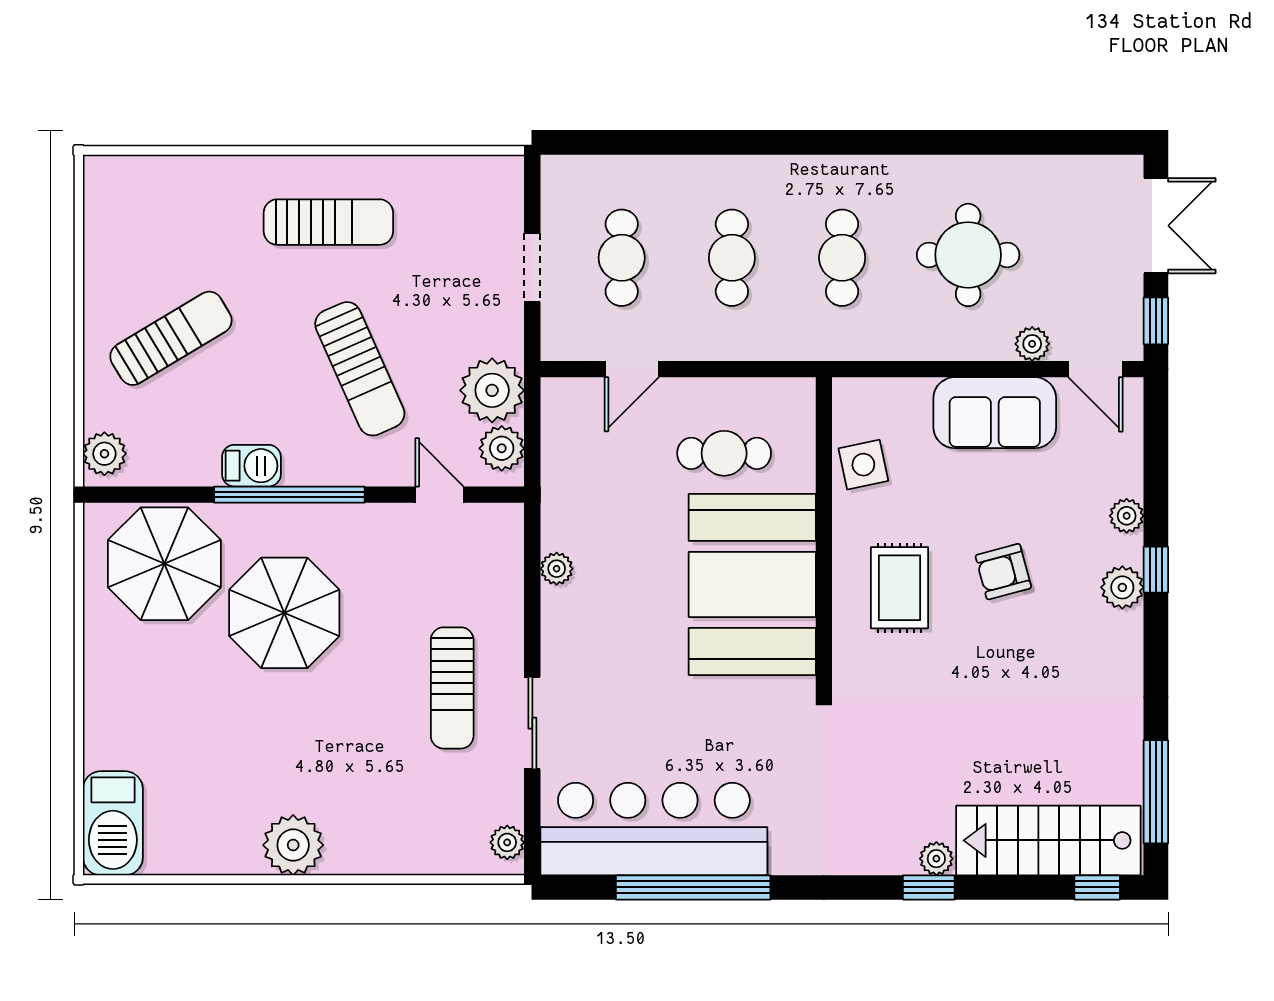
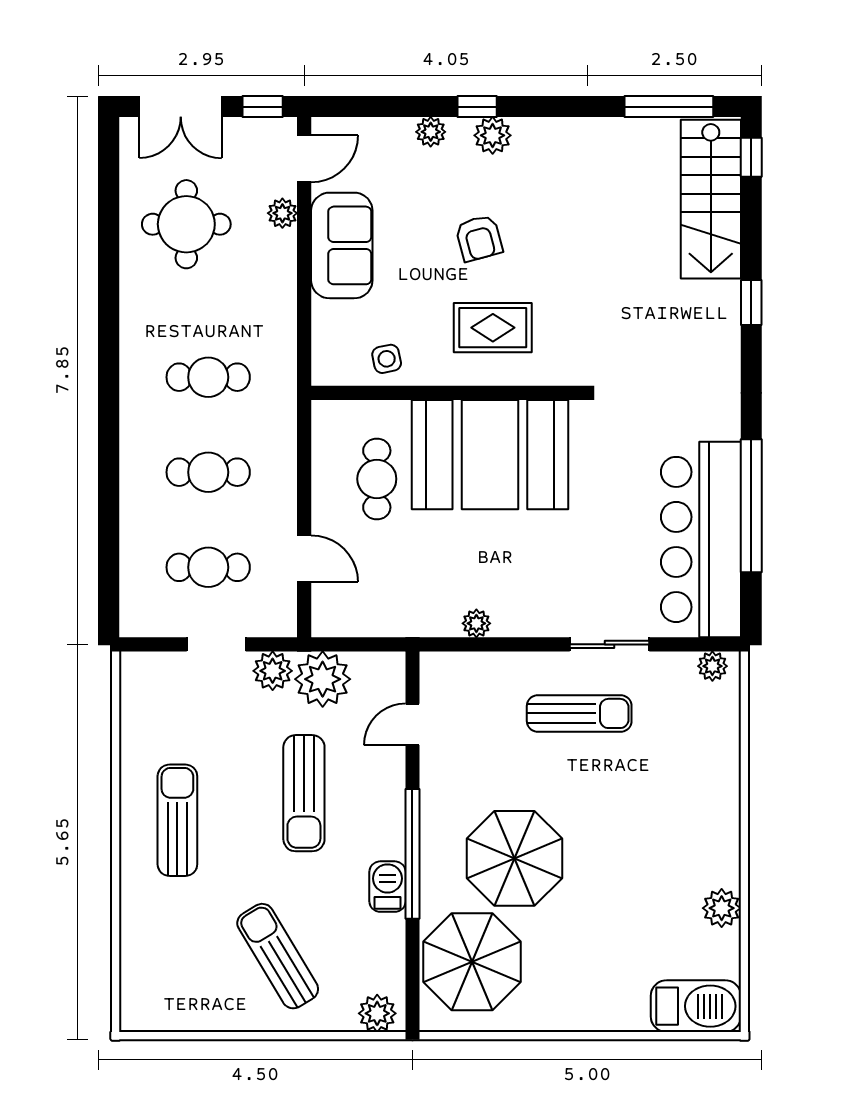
double door: (1156, 226) -> (181, 107), swing flipped
round table: (968, 255) -> (186, 224), moved
sun lounger: (360, 369) -> (304, 793), turned 114
plant: (502, 448) -> (273, 671), moved
side table: (863, 465) -> (387, 359), width x0.73, depth x0.73
plant: (293, 845) -> (722, 908), moved, width x0.73, depth x0.73
plant: (936, 859) -> (726, 296), removed

